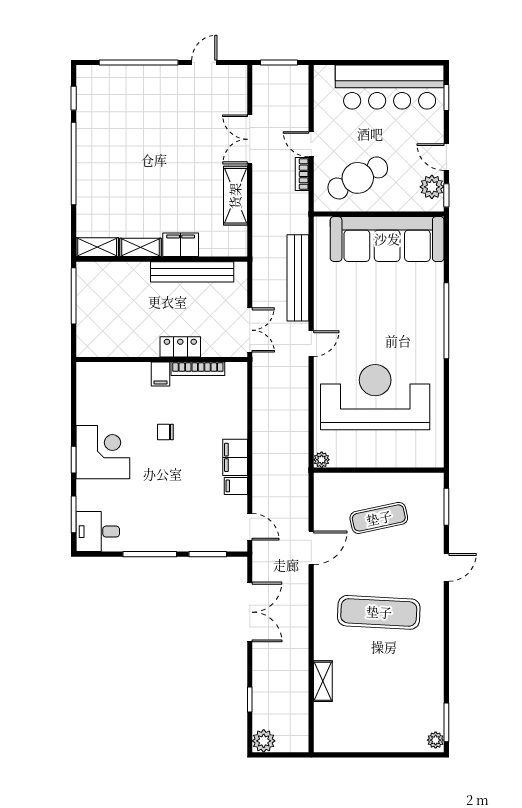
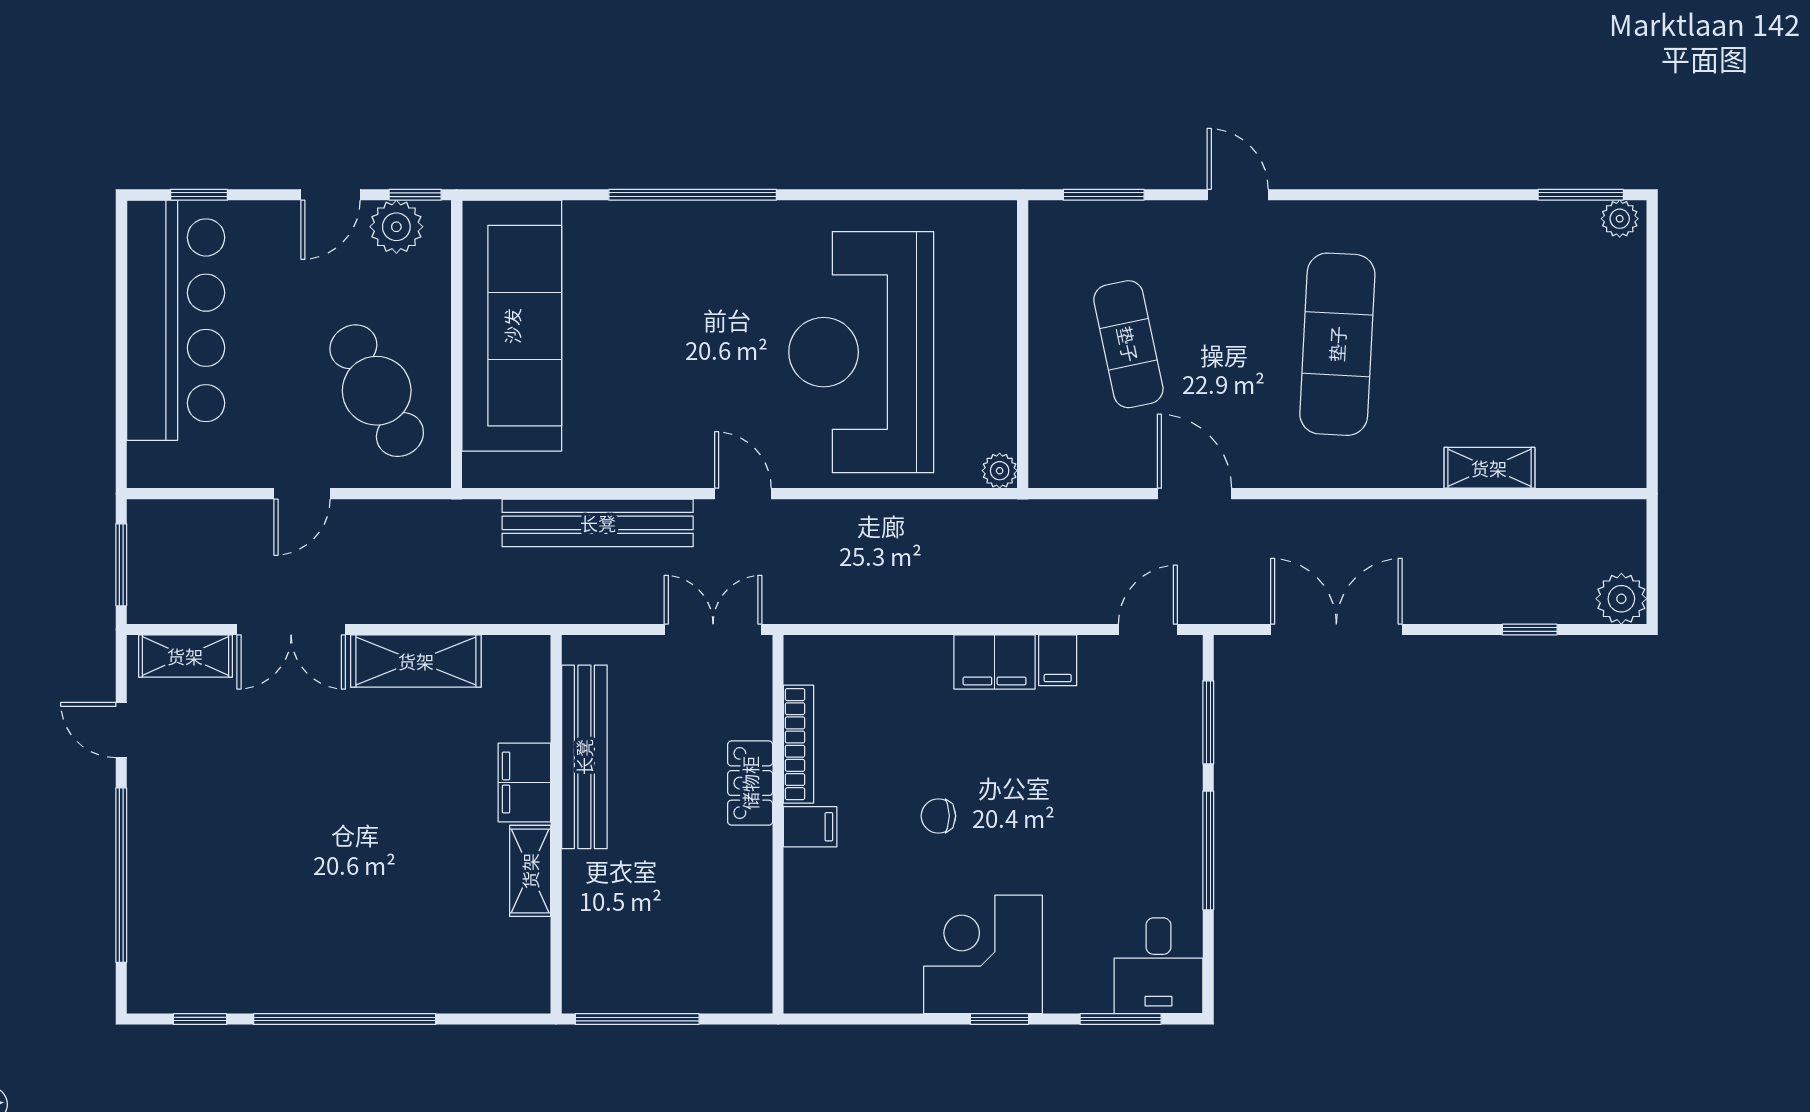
bookcase: (302, 174) -> (368, 514), removed
shelving: (97, 247) -> (185, 656), moved, turned 90
chair: (165, 432) -> (938, 816), turned 90

